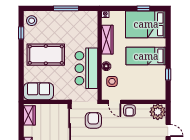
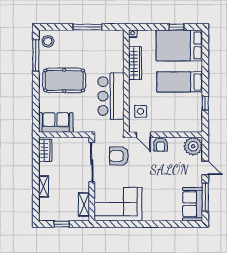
window: (21, 33) -> (36, 55), width x2.17
floor lamp: (106, 66) -> (134, 94), removed
armchair: (93, 120) -> (119, 156), turned -90

